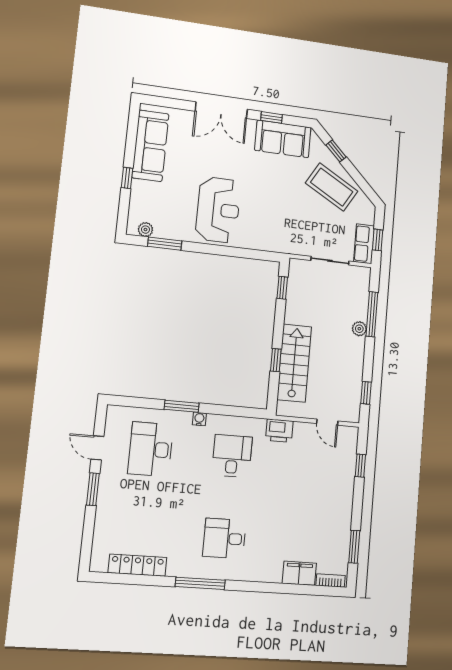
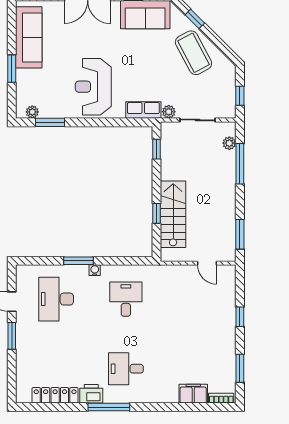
window: (127, 178) -> (12, 69), width x1.50
coffee table: (332, 187) -> (193, 53), turned 32
reception desk: (218, 210) -> (93, 87), turned 180
row of seats: (364, 244) -> (143, 110), moved, turned 90
plant: (299, 248) -> (169, 112), added
plant: (359, 329) -> (229, 143), moved
window: (366, 393) -> (240, 234), width x1.50
printer: (279, 431) -> (91, 394), moved, turned 180
window: (360, 466) -> (240, 317), moved

